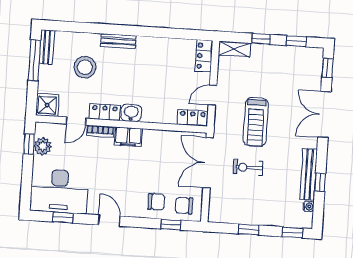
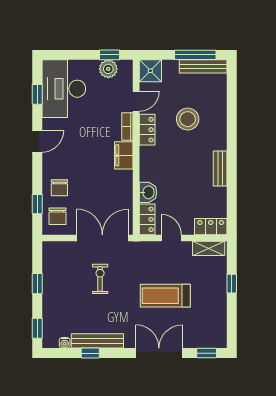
bench: (118, 41) -> (220, 168), moved
window: (296, 41) -> (232, 320), removed
bench: (47, 47) -> (203, 66), width x1.36
shelving: (234, 49) -> (209, 248), moved, turned 90
stool: (85, 67) -> (188, 119), moved
washbasin: (131, 113) -> (148, 192), moved
door: (76, 121) -> (136, 101), swing flipped
treadmill: (256, 122) -> (165, 296), moved
chair: (184, 205) -> (57, 216), turned 180

